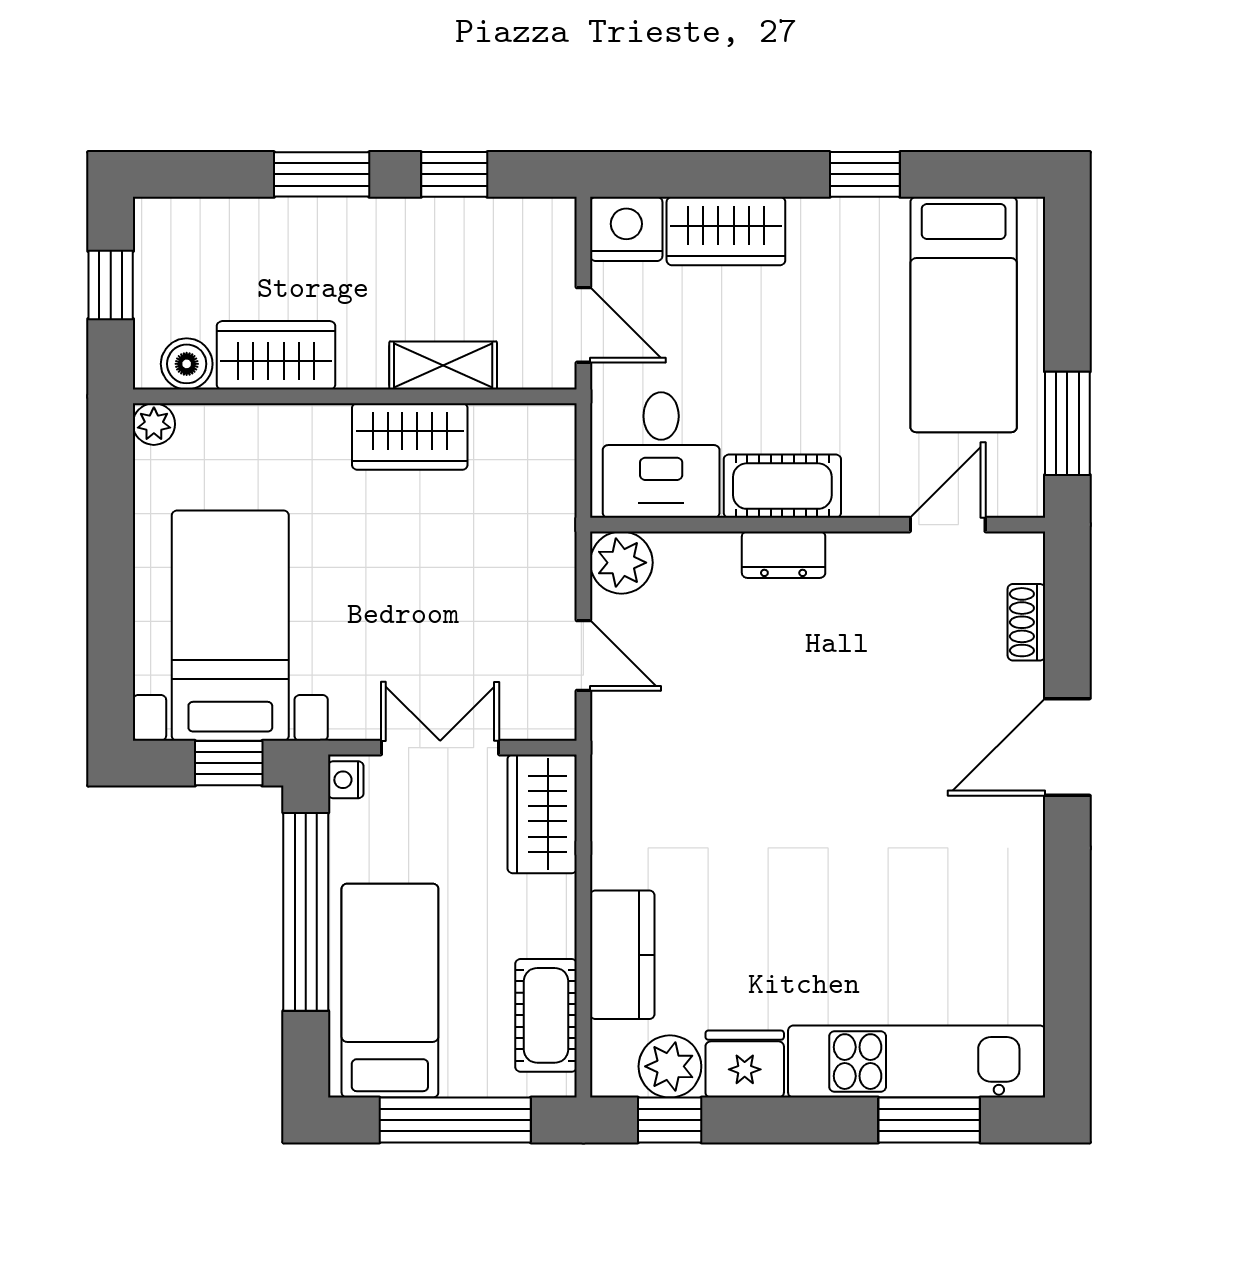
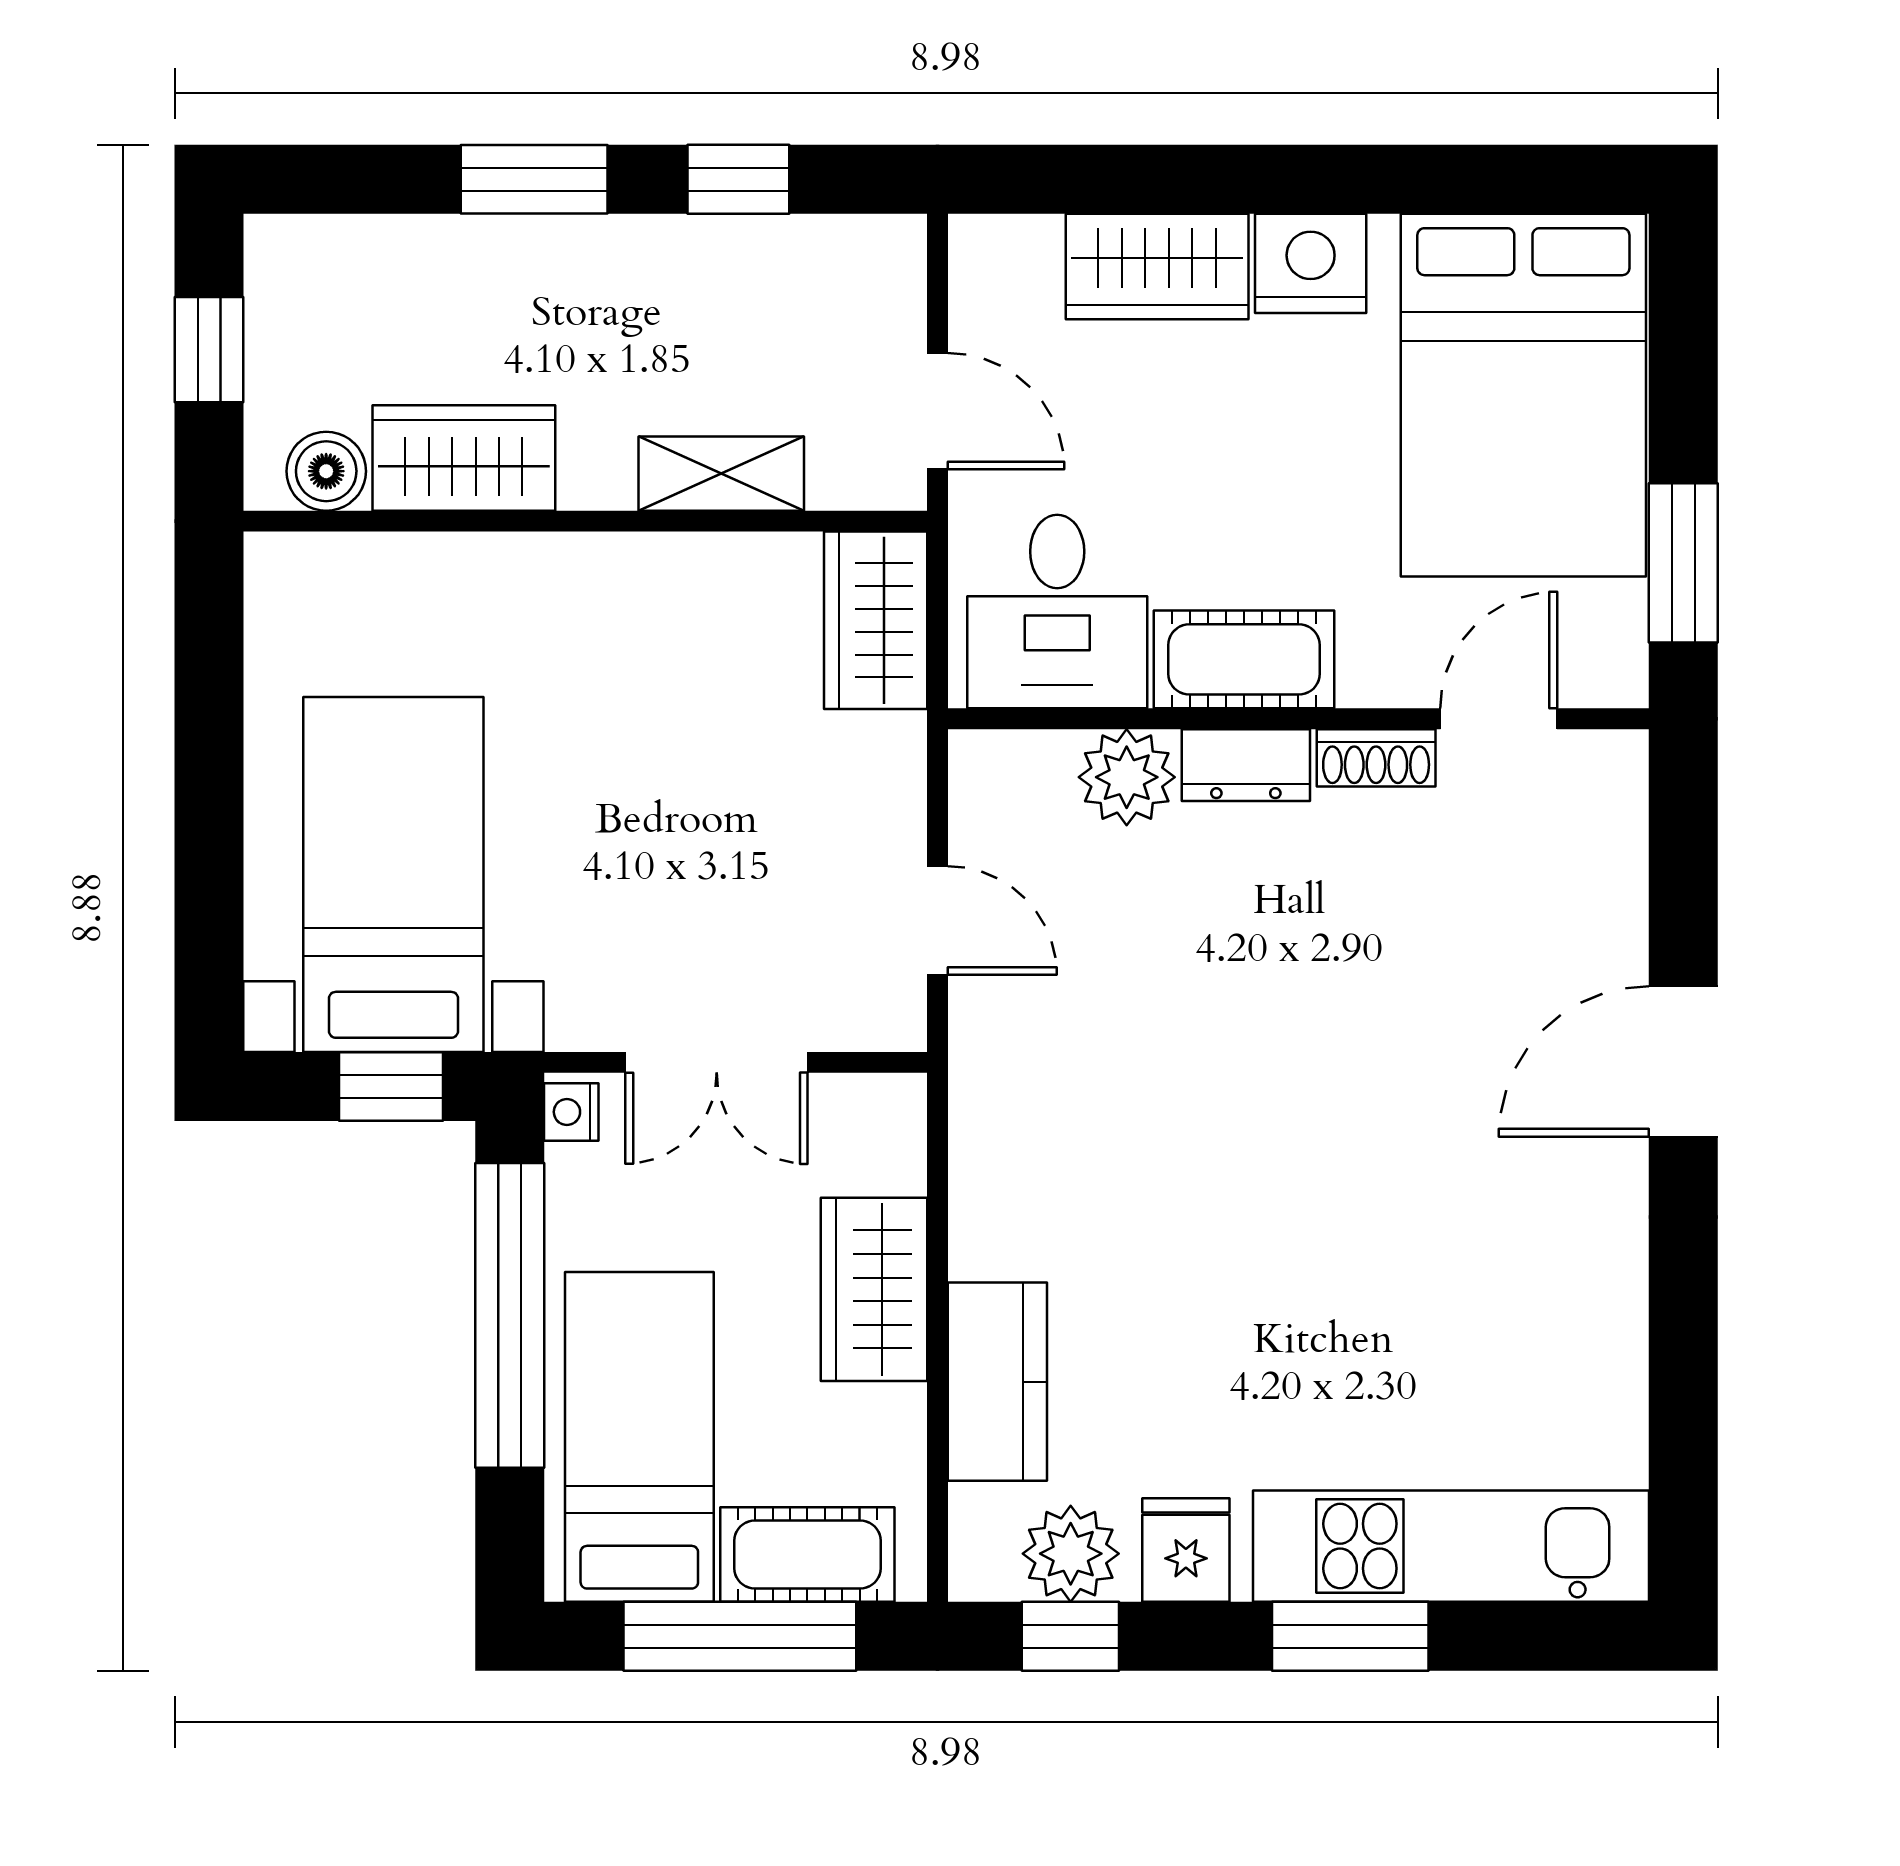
window: (865, 174) -> (1371, 179), removed
nightstand: (626, 229) -> (1311, 263), moved
bed: (964, 315) -> (1523, 395), width x1.50
plant: (154, 424) -> (276, 564), removed
wardrobe: (410, 436) -> (876, 620), moved, turned 90
plant: (621, 563) -> (1127, 777), moved
shoe rack: (1026, 622) -> (1376, 758), moved, turned -90
double door: (440, 748) -> (717, 1062), swing flipped
wardrobe: (542, 814) -> (874, 1289), moved
cot: (546, 1015) -> (807, 1555), moved, turned 90
fridge: (745, 1064) -> (1186, 1550), width x0.72
window: (929, 1120) -> (1350, 1636), moved

